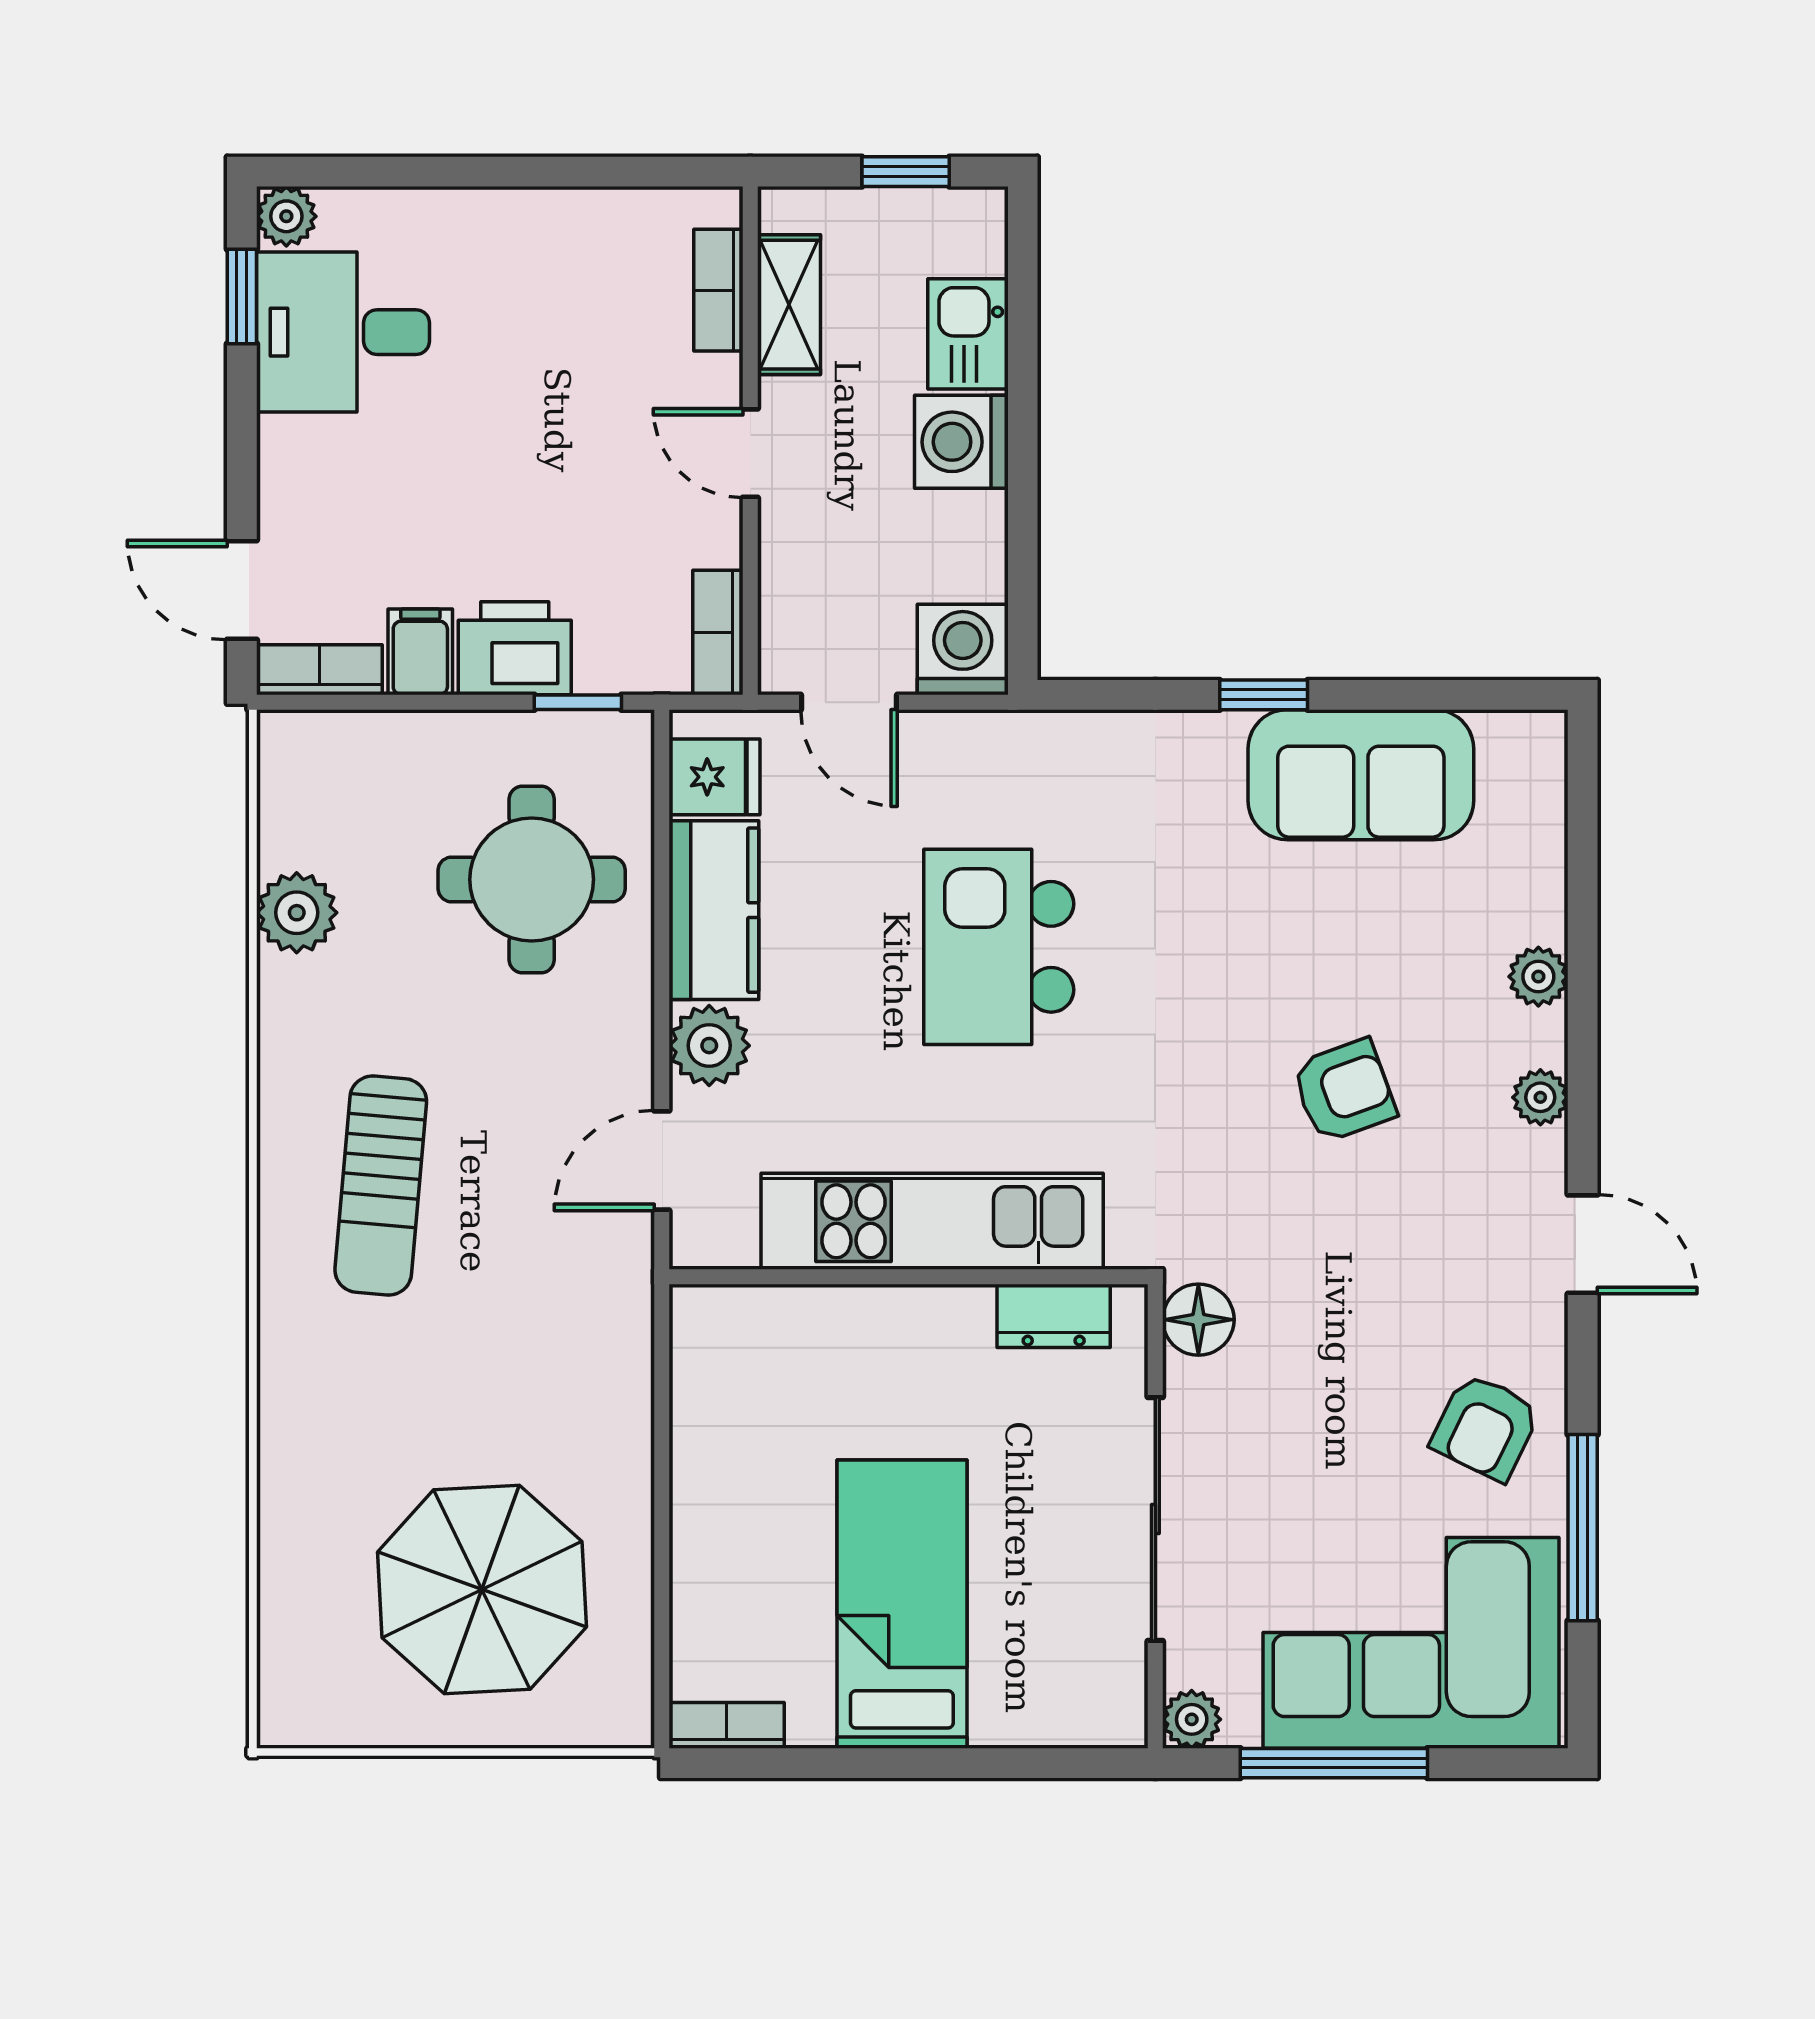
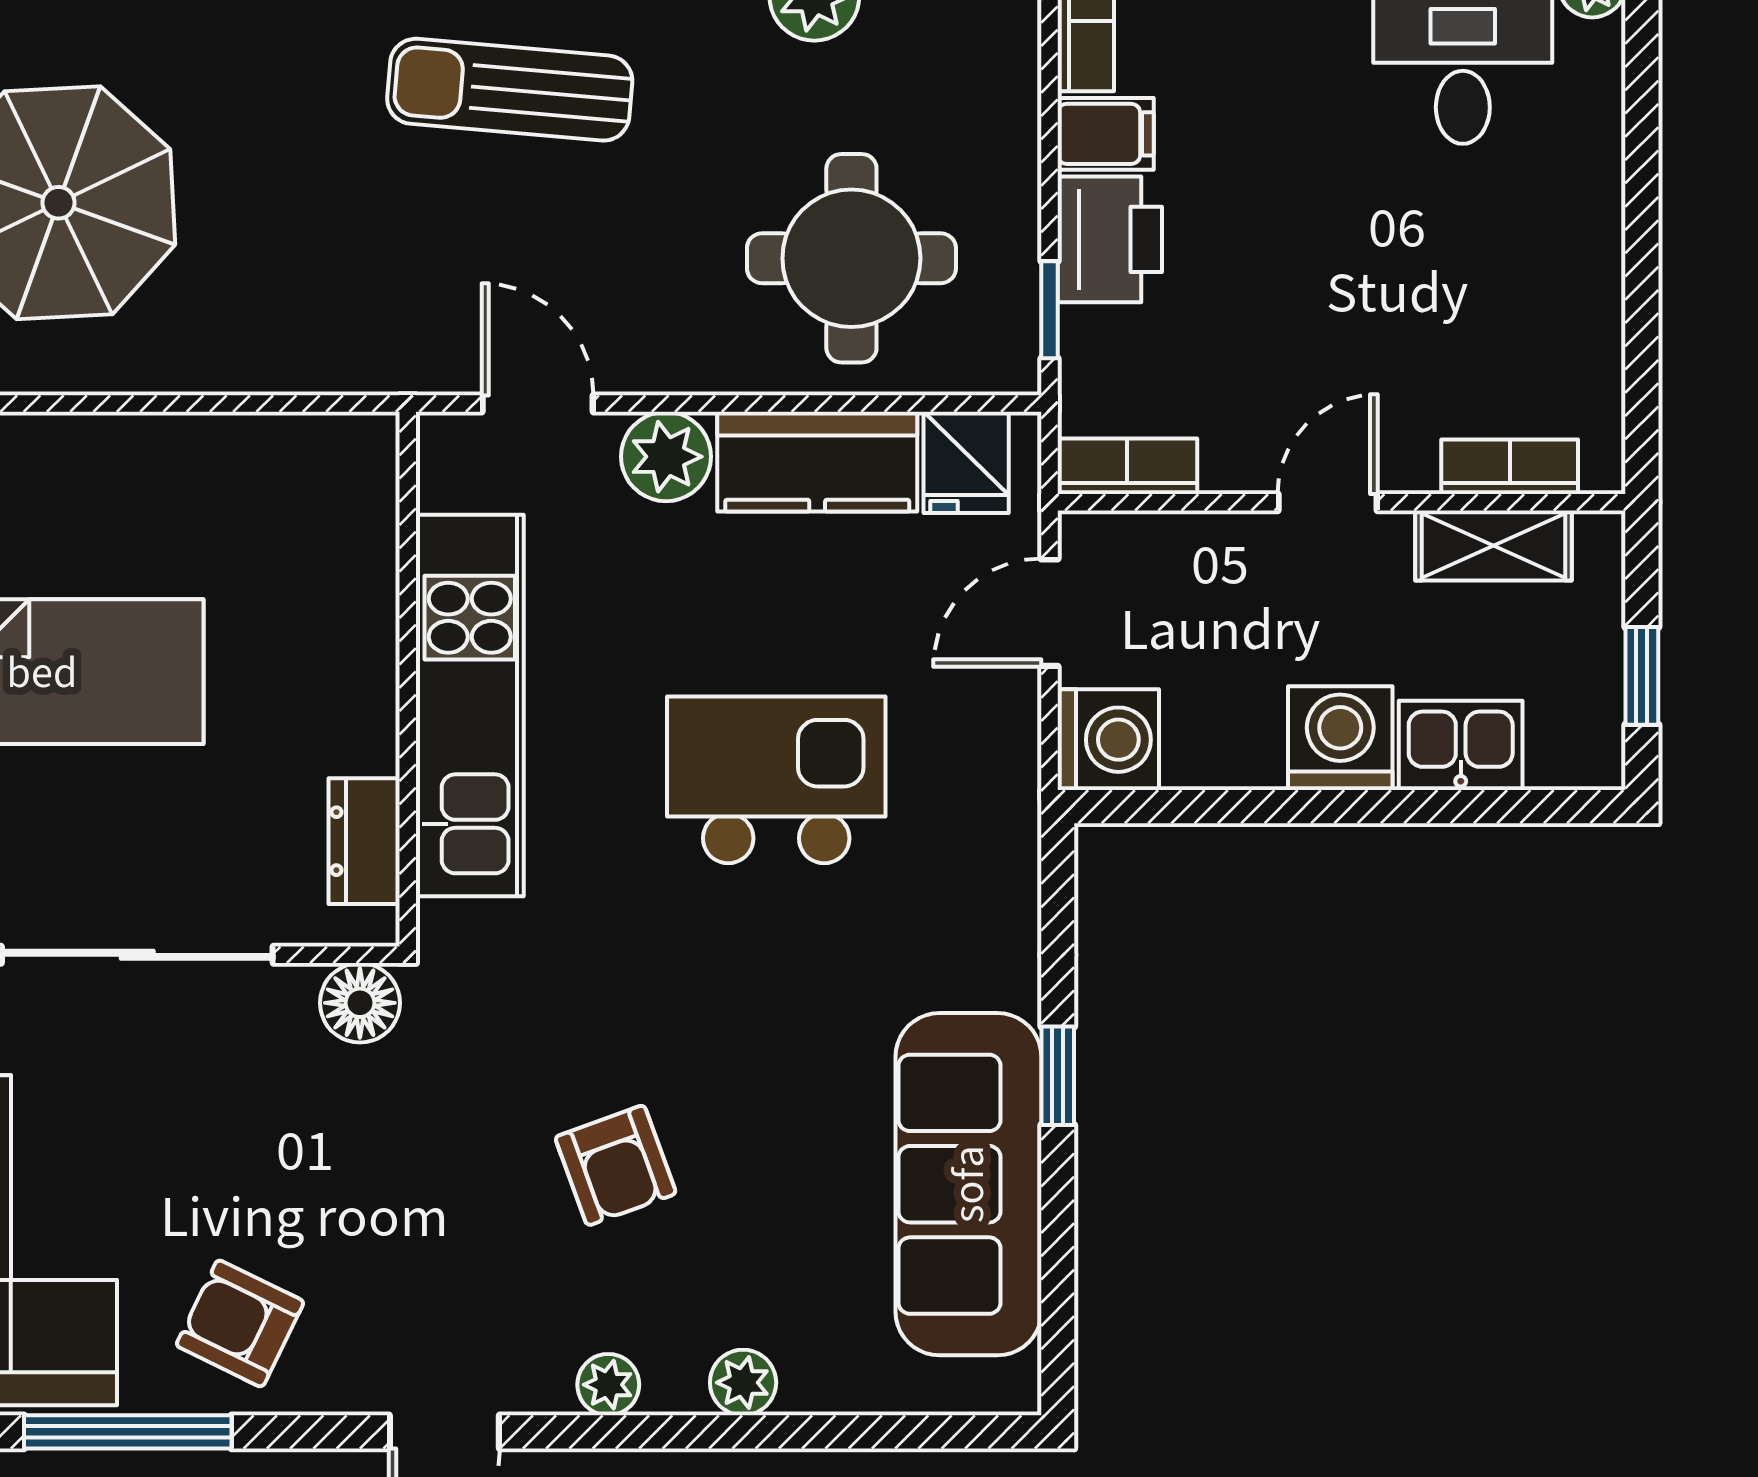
sofa: (1361, 775) -> (968, 1184), width x1.36

